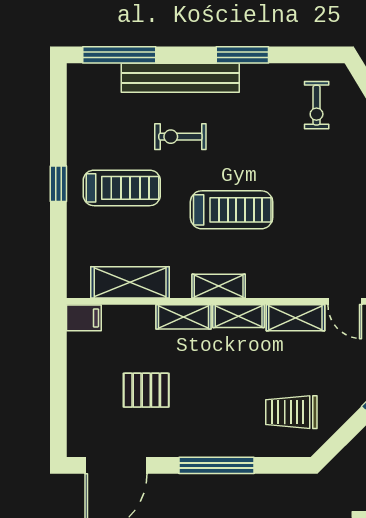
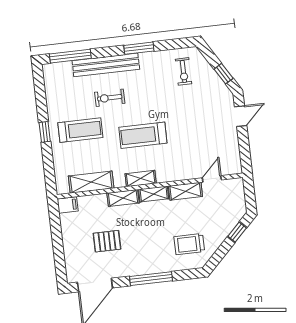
treadmill: (232, 210) -> (143, 135), turned 180
door: (345, 301) -> (212, 179), swing flipped

